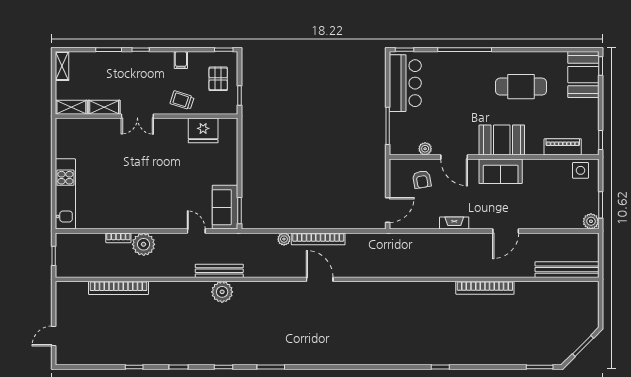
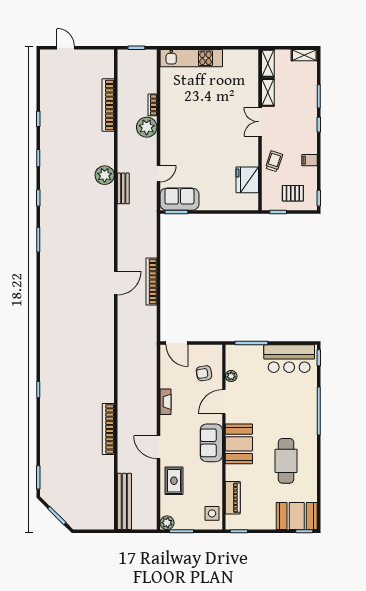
rug: (543, 213) -> (174, 481), added
plant: (284, 239) -> (151, 251), removed
bench: (219, 271) -> (123, 188), width x0.73
plant: (222, 292) -> (105, 175), moved

